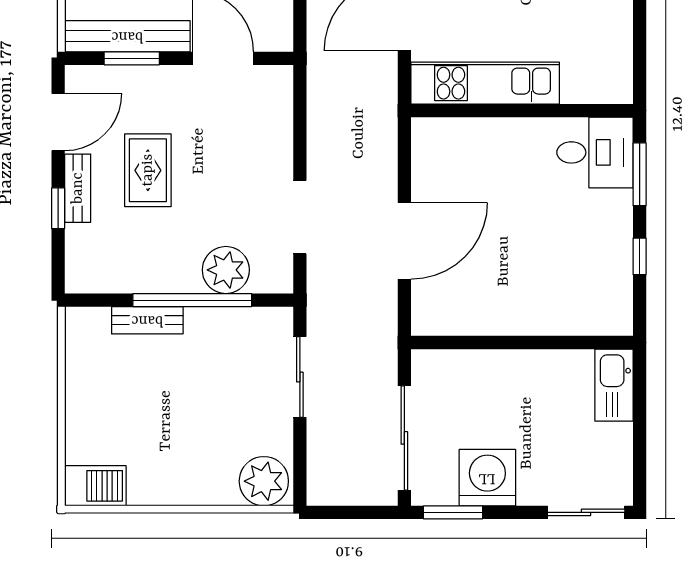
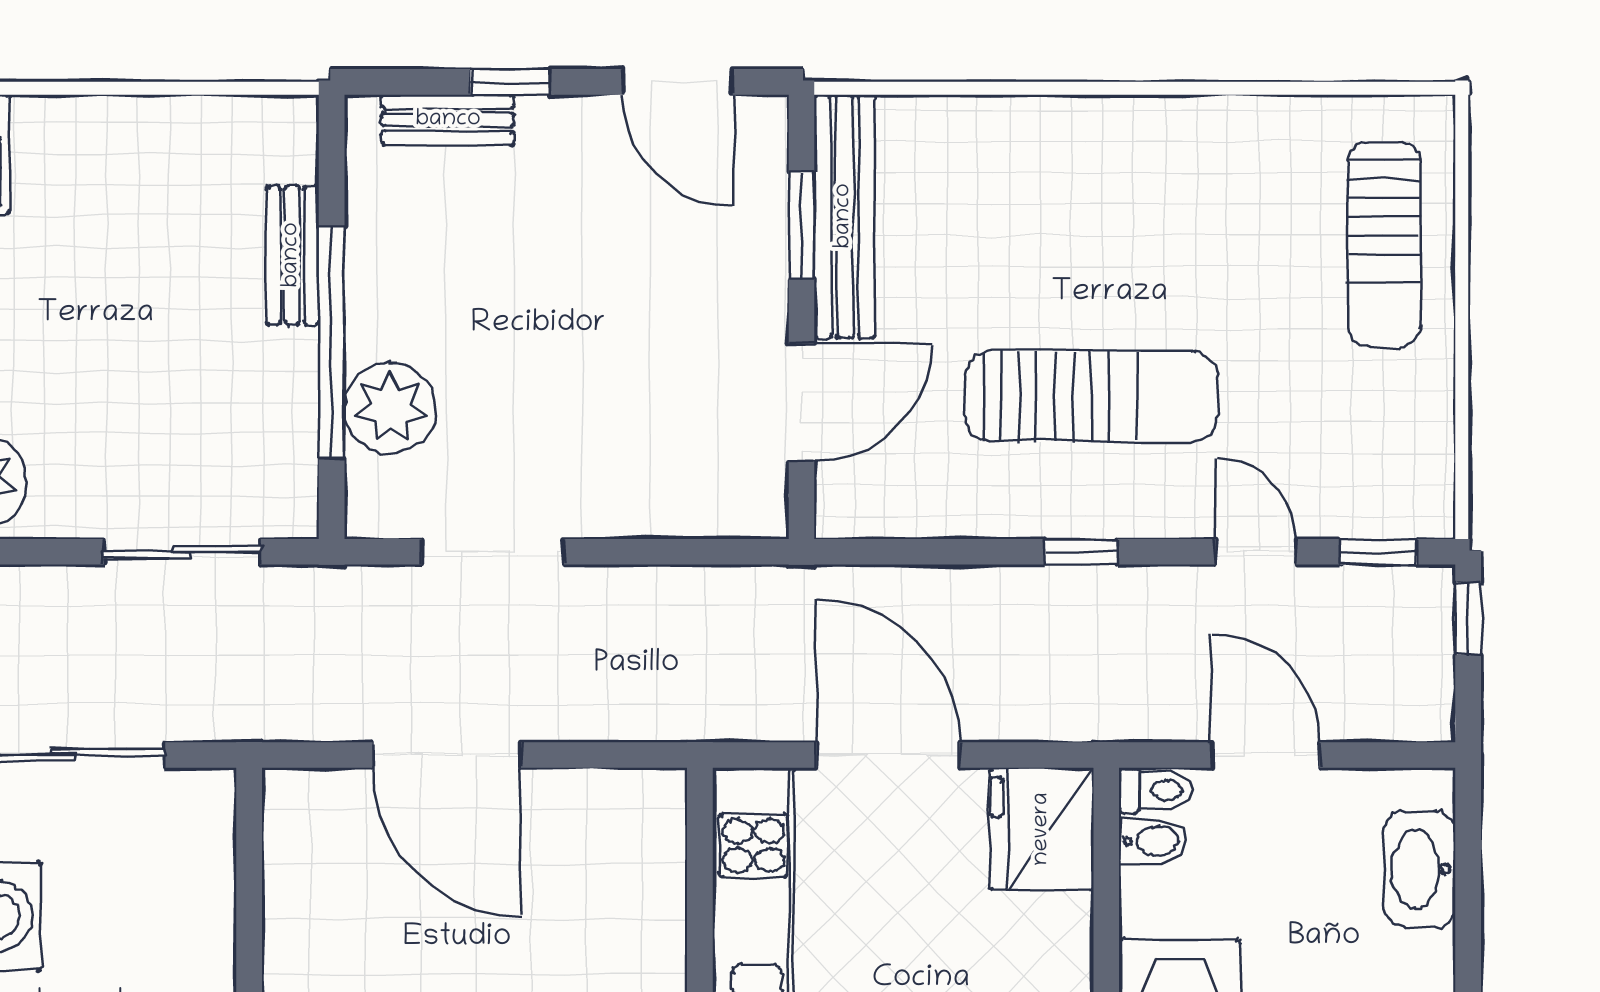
rug: (148, 170) -> (584, 256), removed
bench: (78, 188) -> (448, 120), moved

